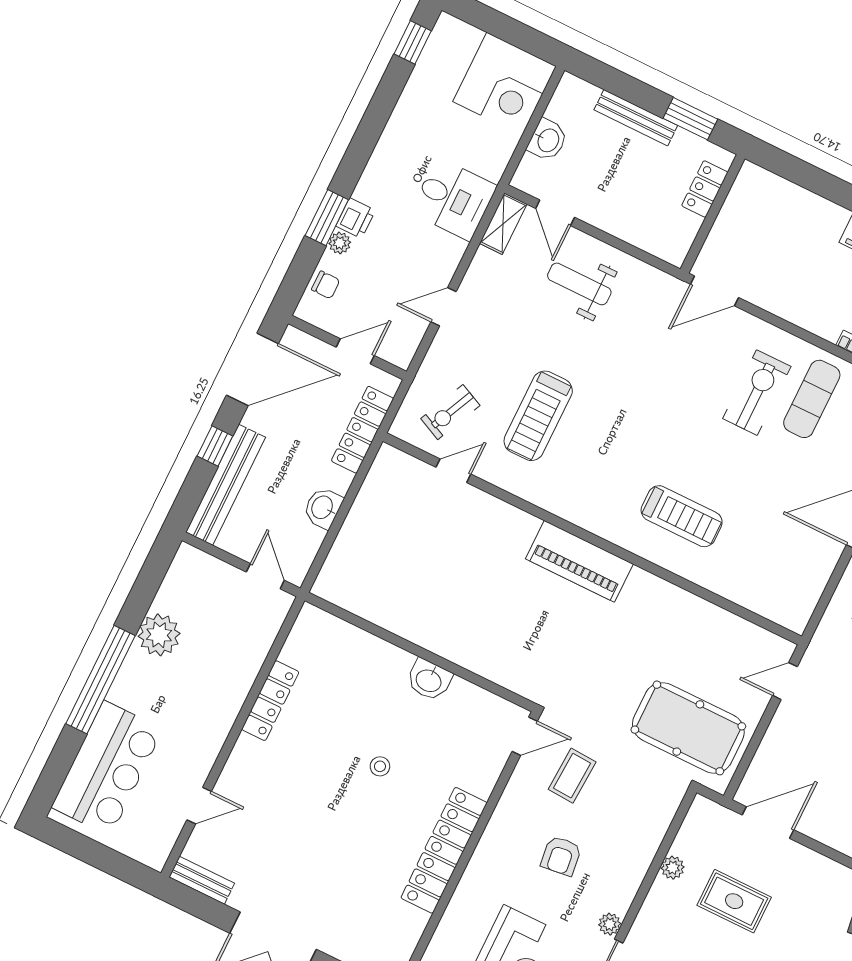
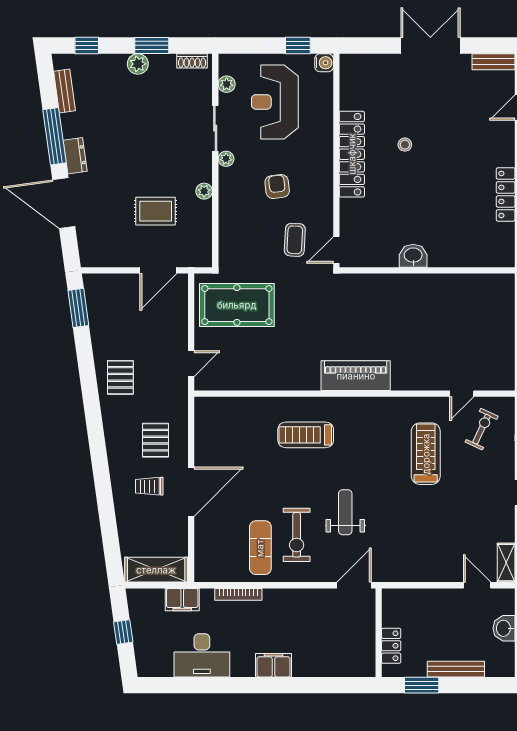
weight bench: (579, 284) -> (345, 512), moved, turned -90
stool: (380, 766) -> (405, 145), moved
plant: (673, 868) -> (204, 191), moved

